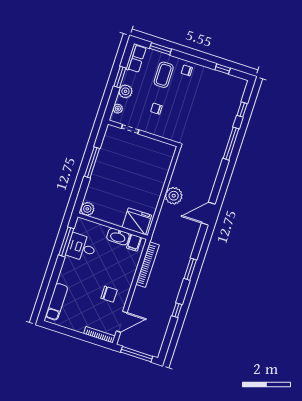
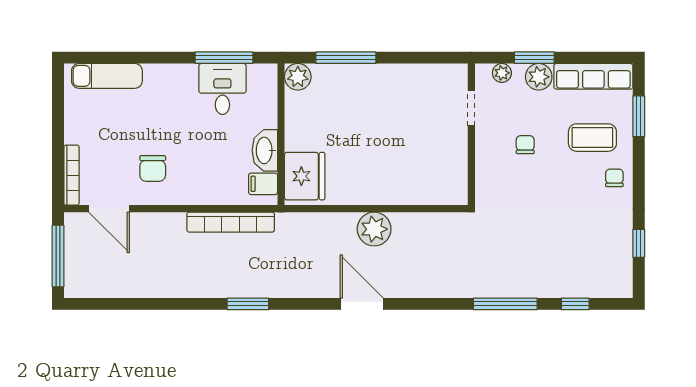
row of seats: (136, 58) -> (593, 76), width x1.48
window: (120, 77) -> (534, 58), moved
window: (92, 162) -> (346, 58), moved
window: (177, 310) -> (164, 304), removed

